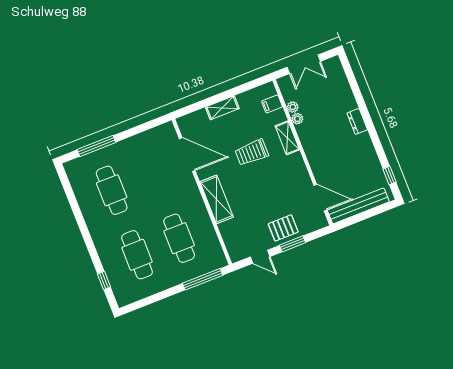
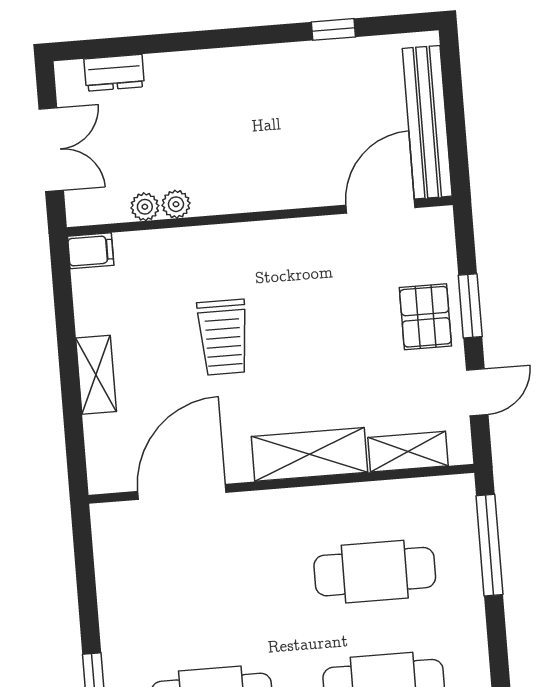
filing cabinet: (272, 104) -> (91, 251), moved, turned -90
dresser: (357, 121) -> (114, 73), moved
shelving: (287, 138) -> (408, 452), moved
window: (390, 175) -> (333, 29), moved

